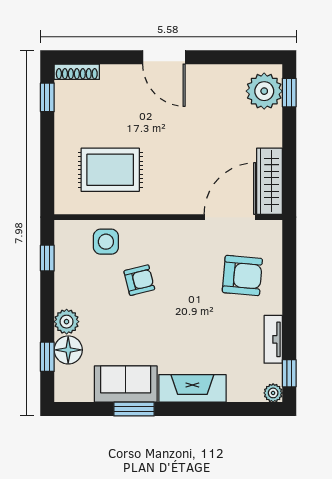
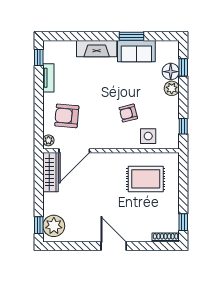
plant: (273, 393) -> (48, 140), moved

